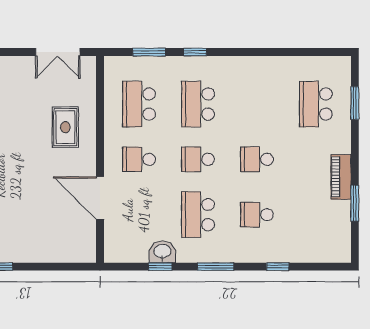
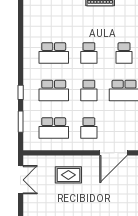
school desk: (316, 104) -> (54, 53), moved

